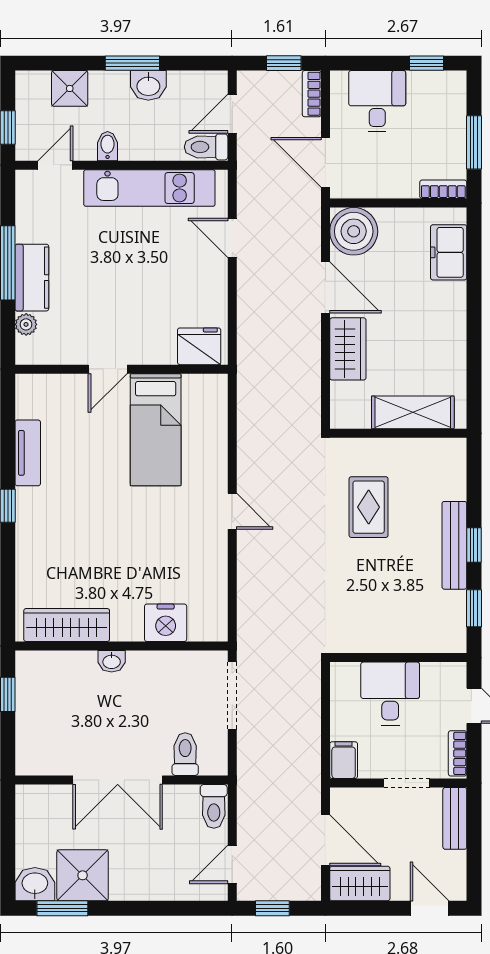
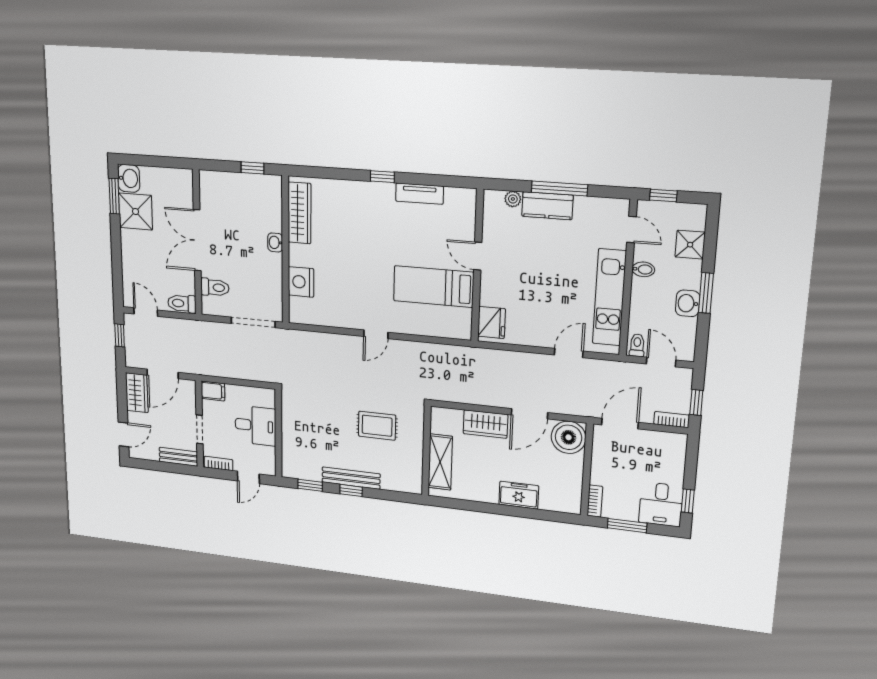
desk: (377, 101) -> (661, 504), moved, turned 90
toilet: (206, 147) -> (637, 345), width x0.73, depth x0.72
freezer: (449, 252) -> (519, 495), moved

